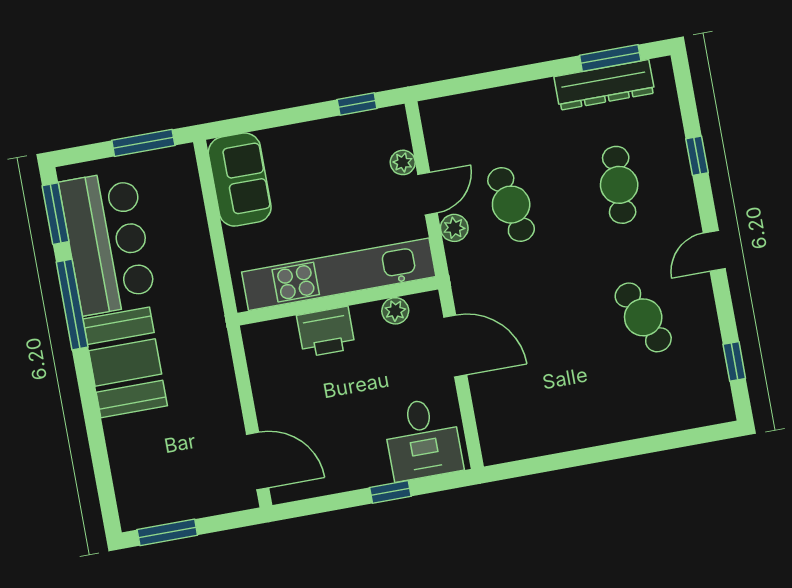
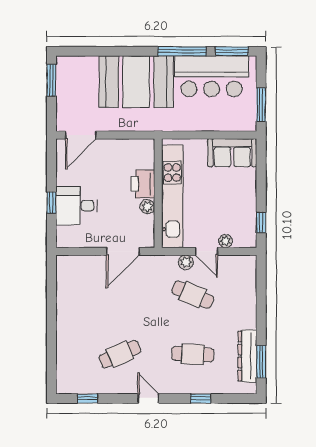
cafe table: (511, 205) -> (193, 295), turned 36
plant: (395, 311) -> (147, 207), moved
booth: (125, 362) -> (136, 82), width x1.36, depth x1.42
desk: (423, 439) -> (76, 206), moved

